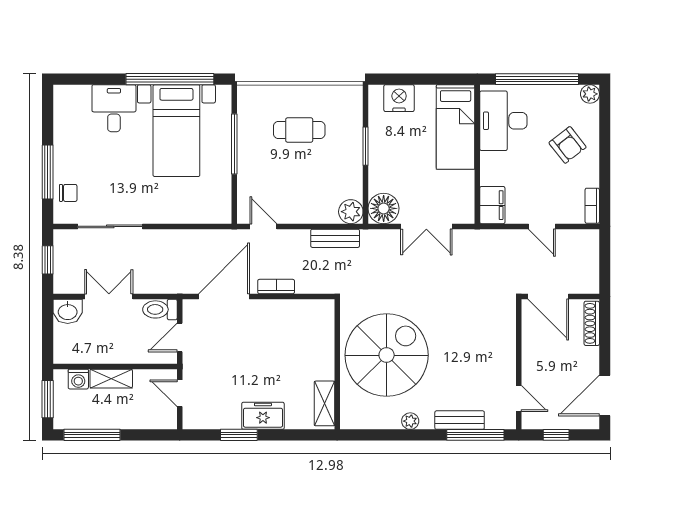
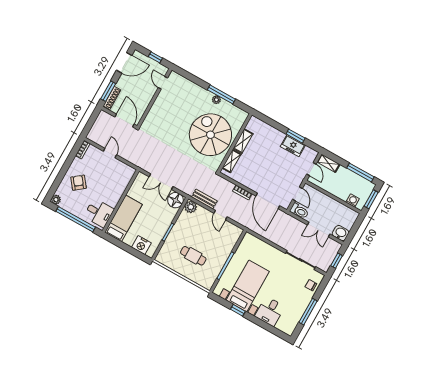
window: (170, 79) -> (238, 310), width x0.32
desk: (503, 121) -> (99, 213), width x0.73
window: (48, 172) -> (308, 312), moved
filing cabinet: (492, 205) -> (127, 175), removed
door: (263, 226) -> (220, 215), moved
double door: (426, 226) -> (161, 182), swing flipped
door: (224, 296) -> (268, 201), hinge flipped
shelving: (325, 330) -> (231, 161), added
window: (605, 331) -> (108, 91), added
door: (180, 337) -> (298, 194), hinge flipped
spiral stairs: (387, 355) -> (210, 135), turned 90
shelving: (111, 379) -> (328, 163), moved
shelving: (324, 403) -> (243, 141), moved
freezer: (263, 416) -> (293, 146), moved
bench: (460, 420) -> (194, 88), removed
window: (475, 435) -> (221, 94), moved

